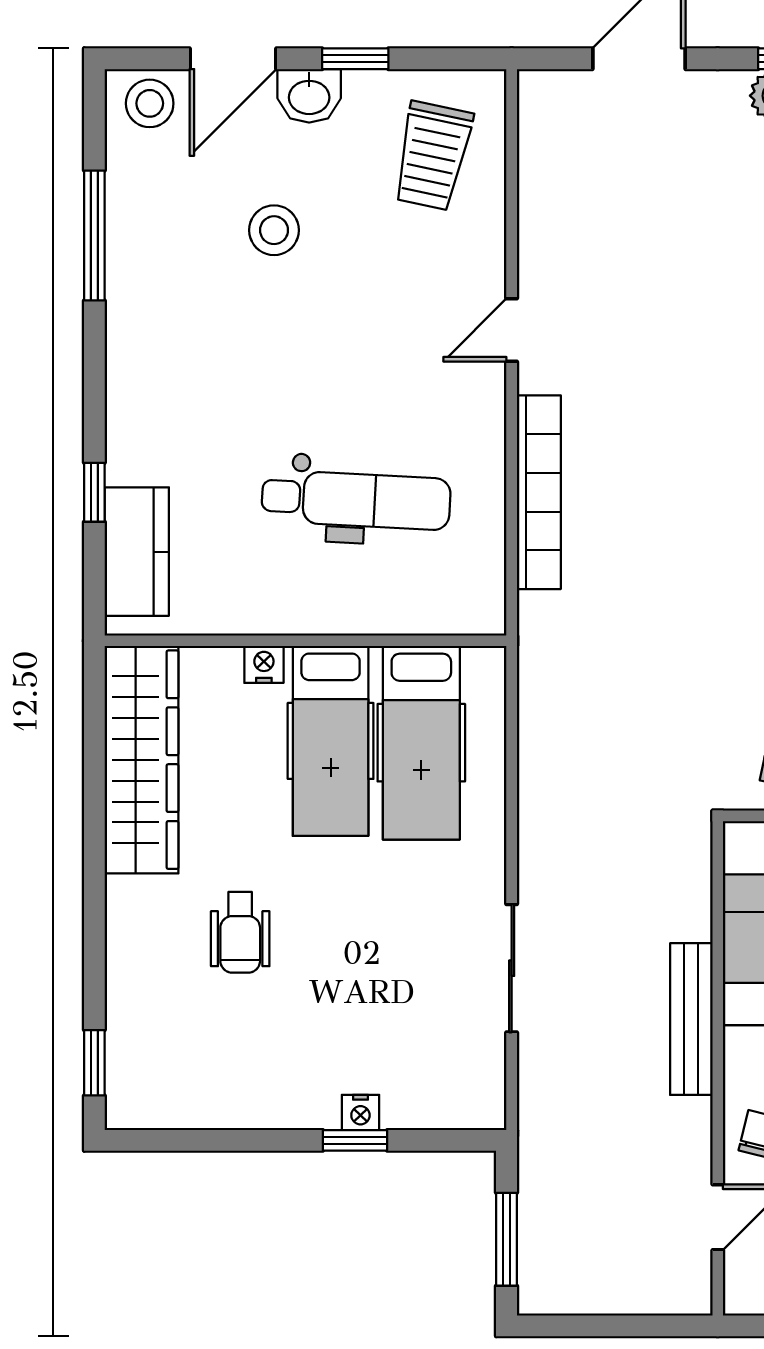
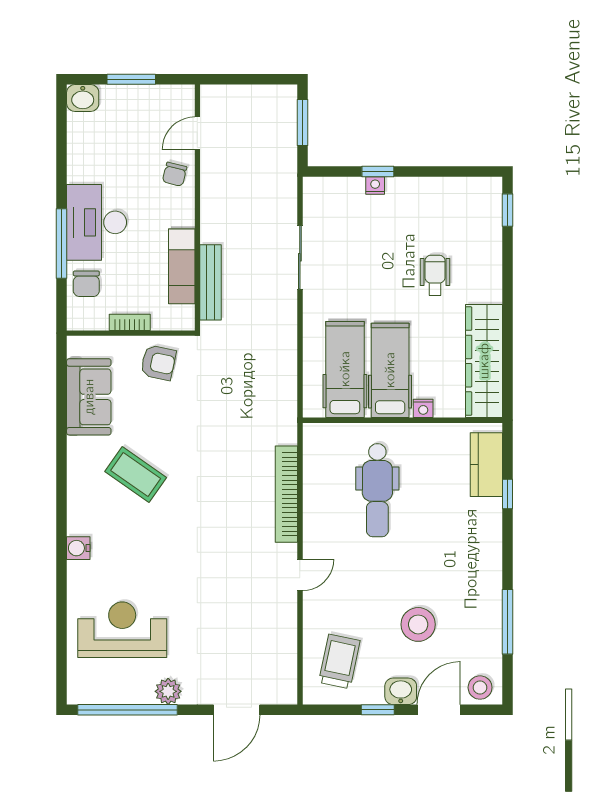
stool: (274, 230) -> (418, 624), width x1.38, depth x1.38
dental chair: (356, 500) -> (377, 490), turned -93
bench: (691, 1019) -> (211, 282), moved

